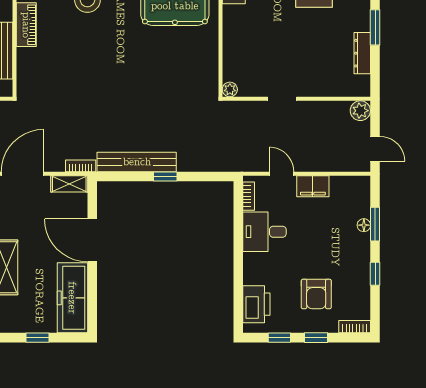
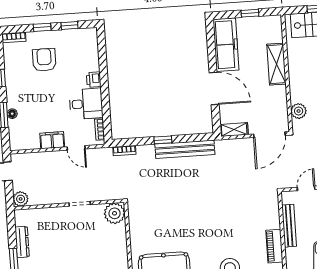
plant: (230, 89) -> (115, 213), width x1.88, depth x1.88
bookcase: (81, 166) -> (124, 151), moved
printer: (256, 304) -> (94, 80), moved, width x0.53, depth x0.68

